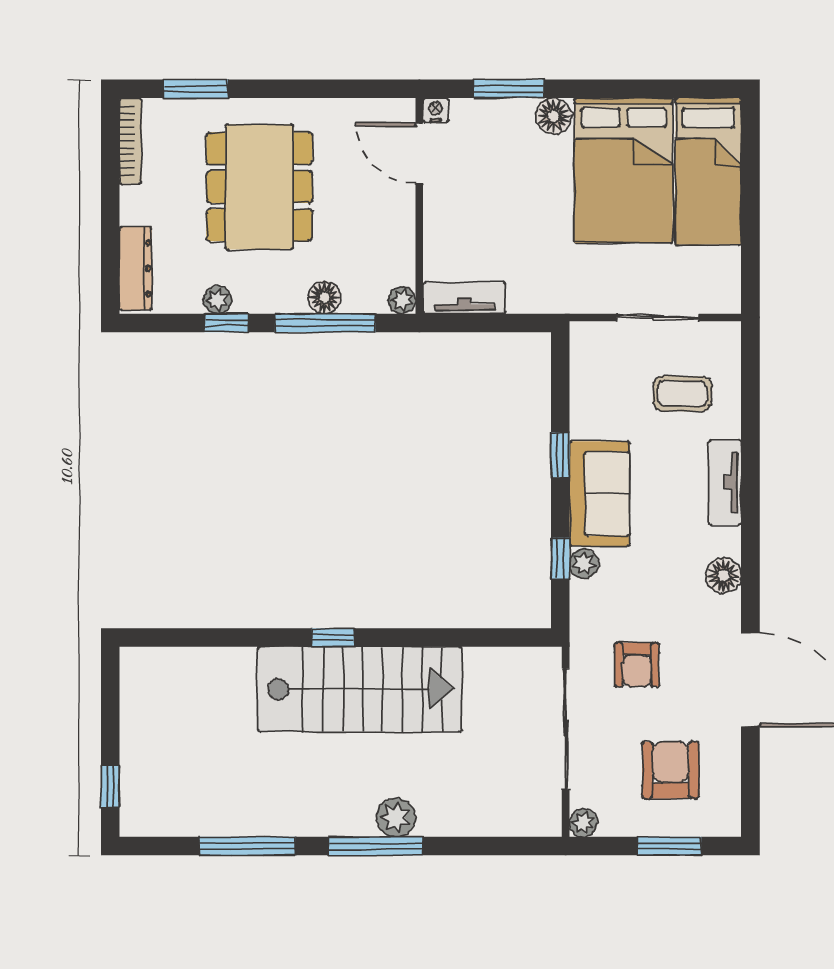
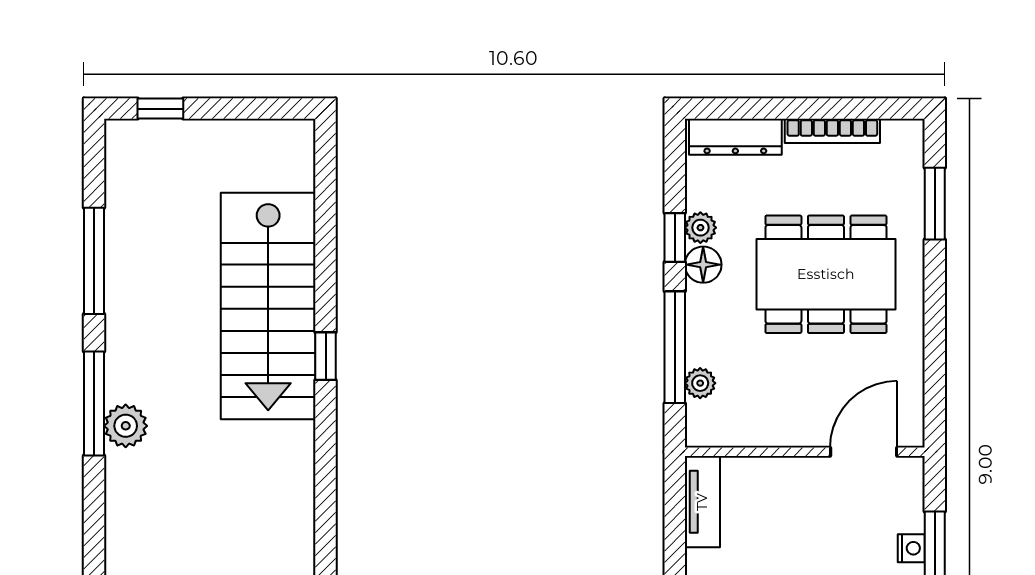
nightstand: (436, 110) -> (911, 548), moved
bookcase: (130, 141) -> (832, 131), moved
floor lamp: (324, 297) -> (703, 265), moved
plant: (402, 300) -> (700, 383), moved
stairs: (360, 689) -> (268, 306), moved

